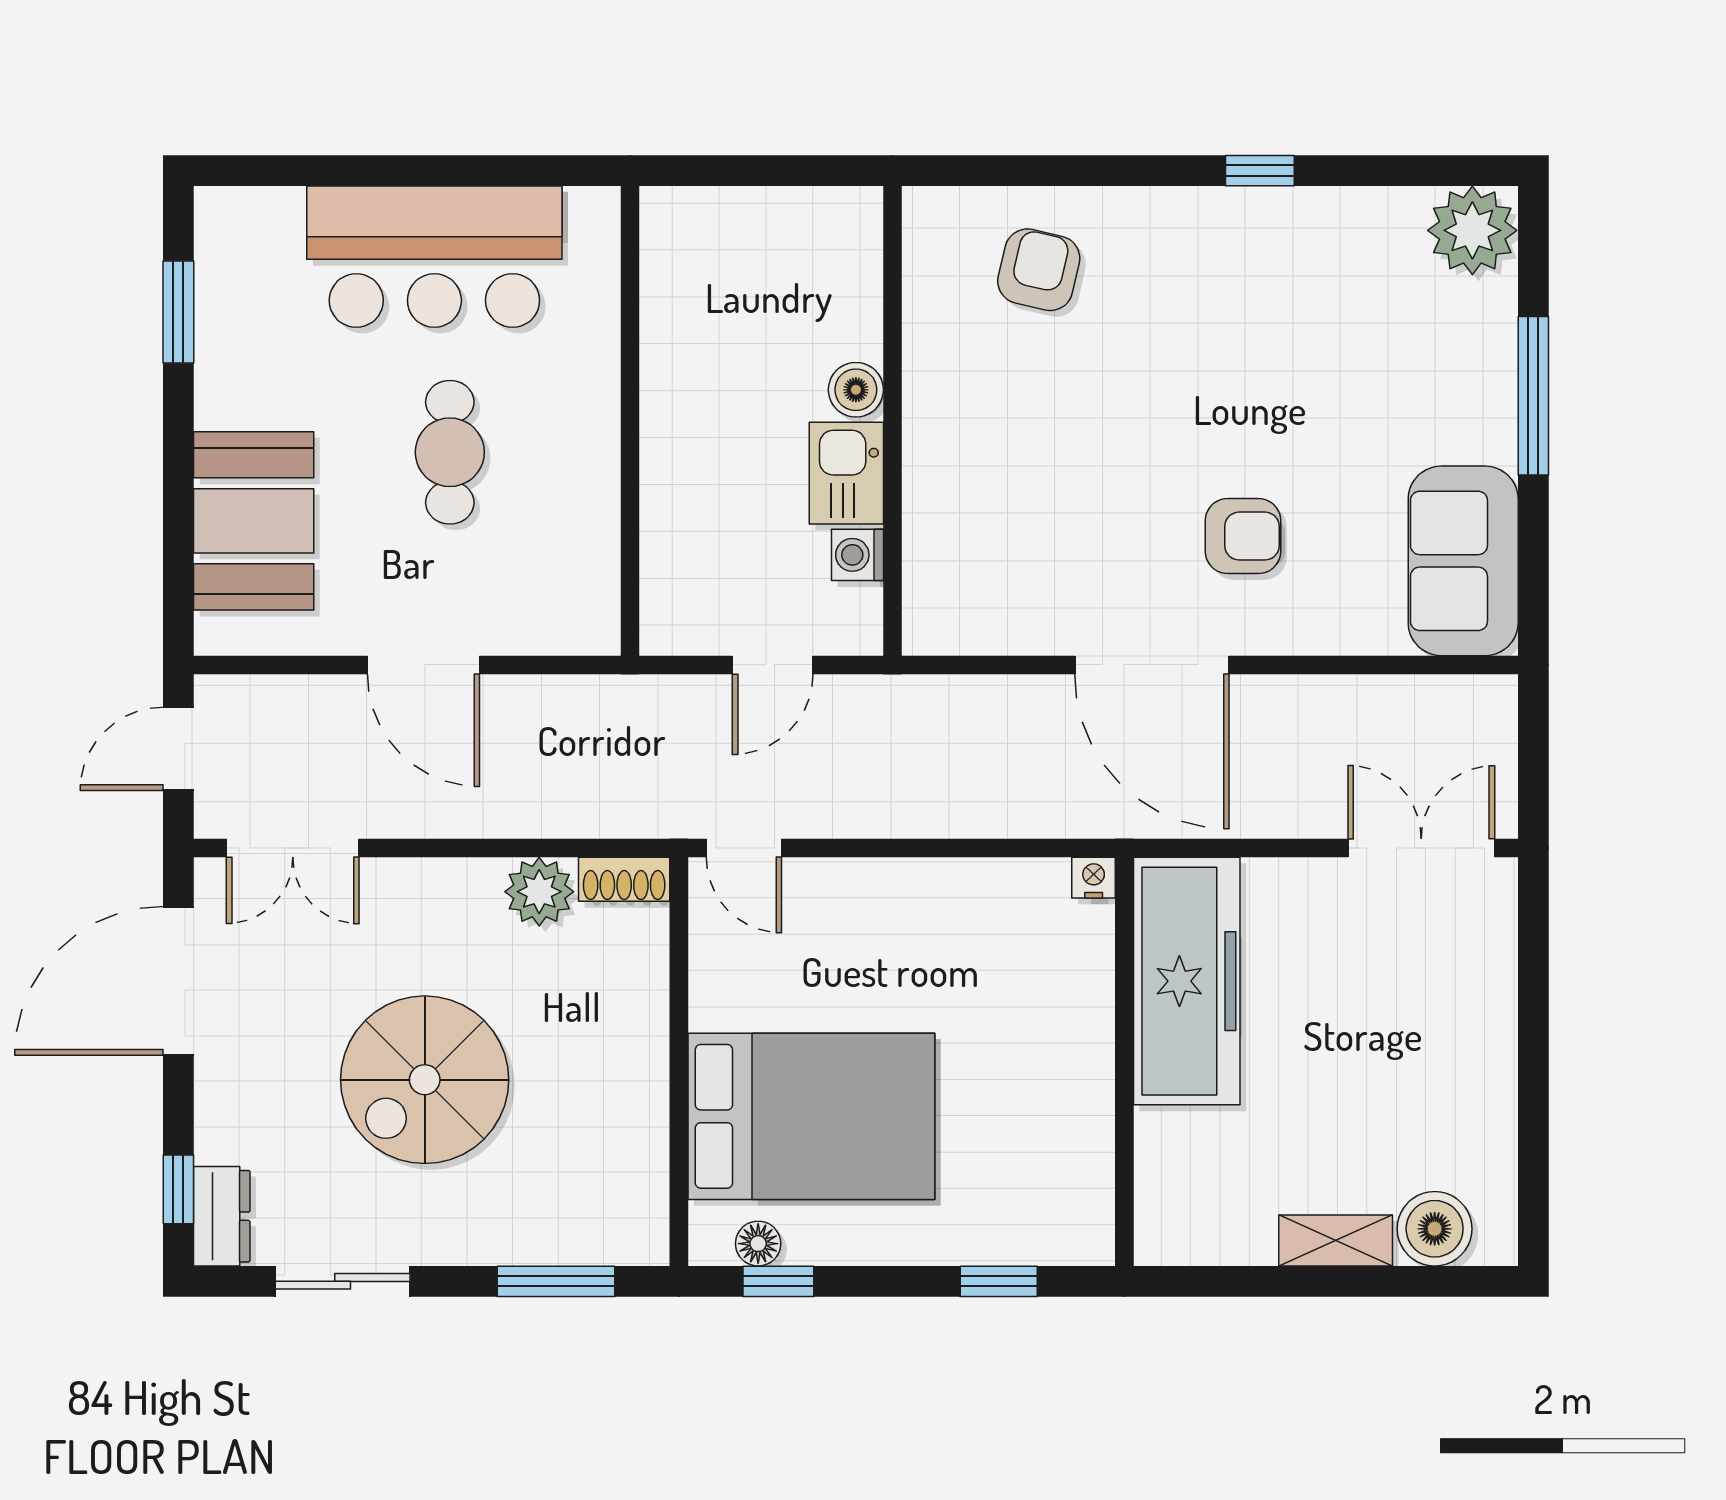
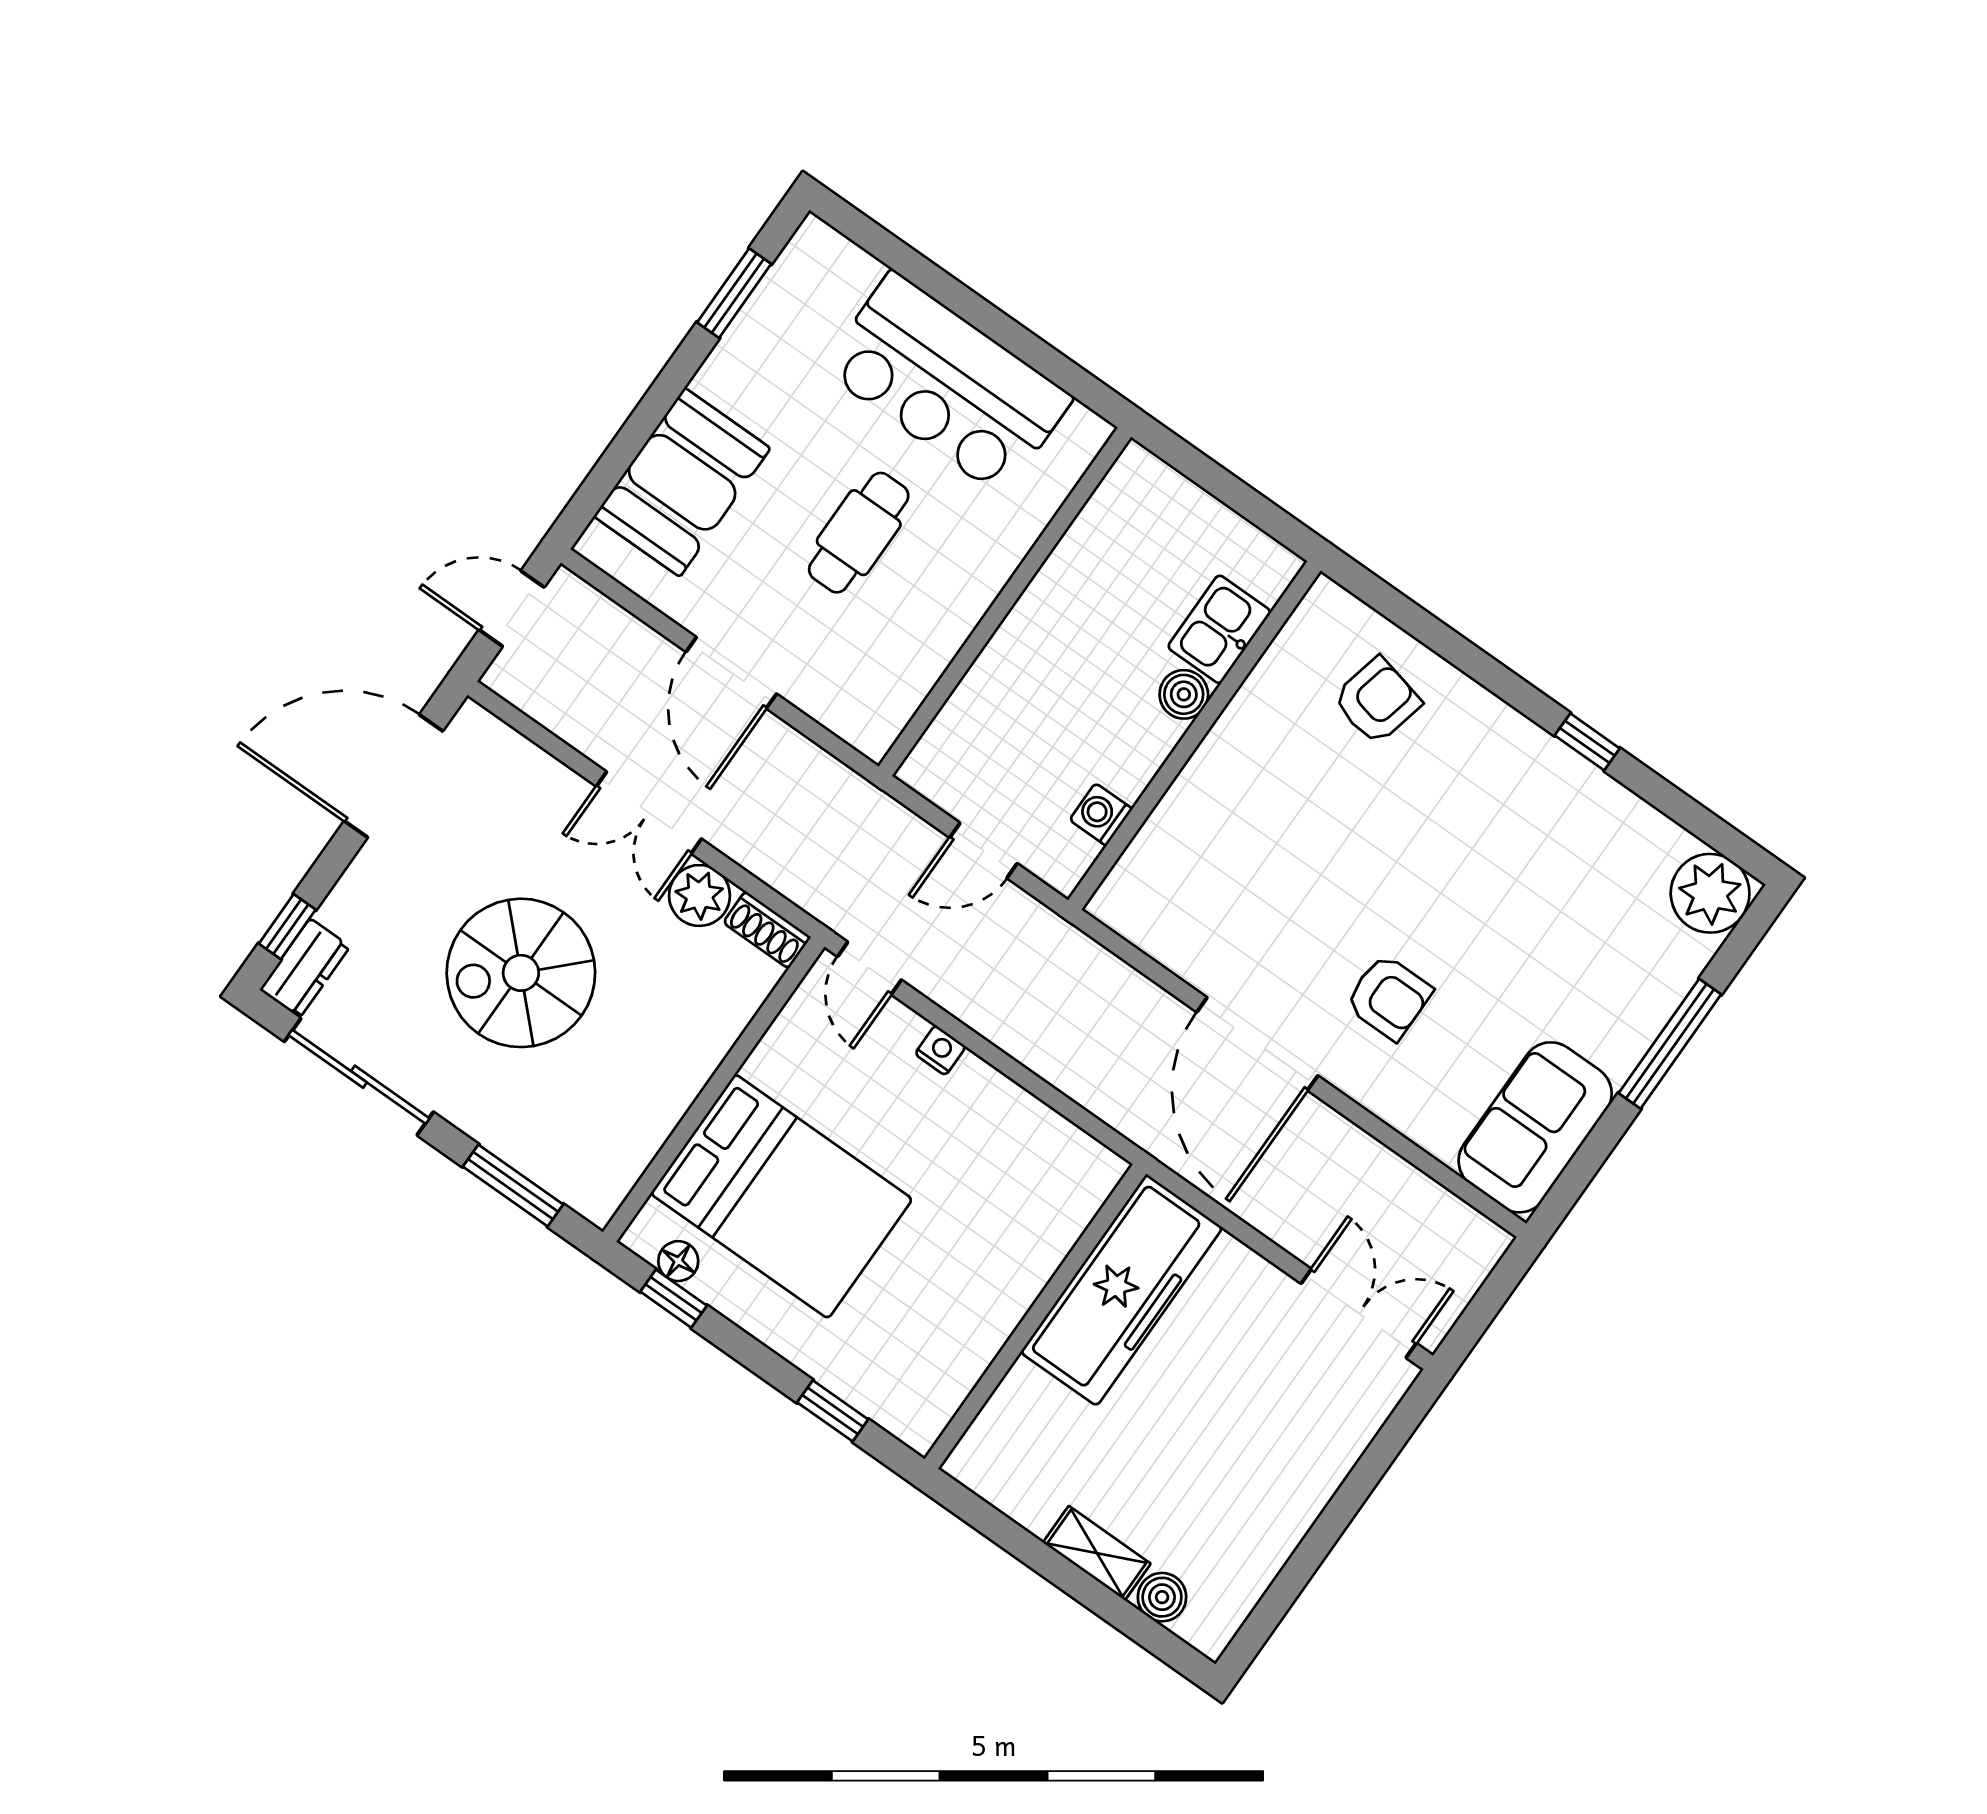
kitchen sink: (846, 473) -> (1219, 629), moved
double door: (293, 848) -> (649, 813), moved
nightstand: (1094, 878) -> (940, 1050), moved
boiler: (1435, 1229) -> (1162, 1597), width x0.73, depth x0.73
sliding door: (343, 1281) -> (359, 1077), width x1.37

